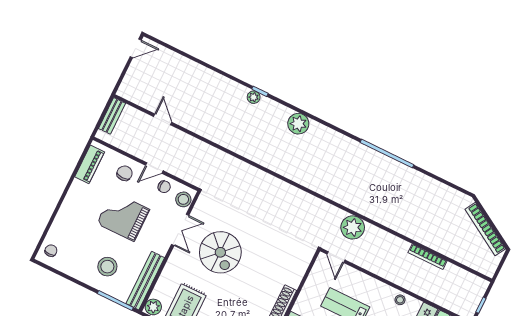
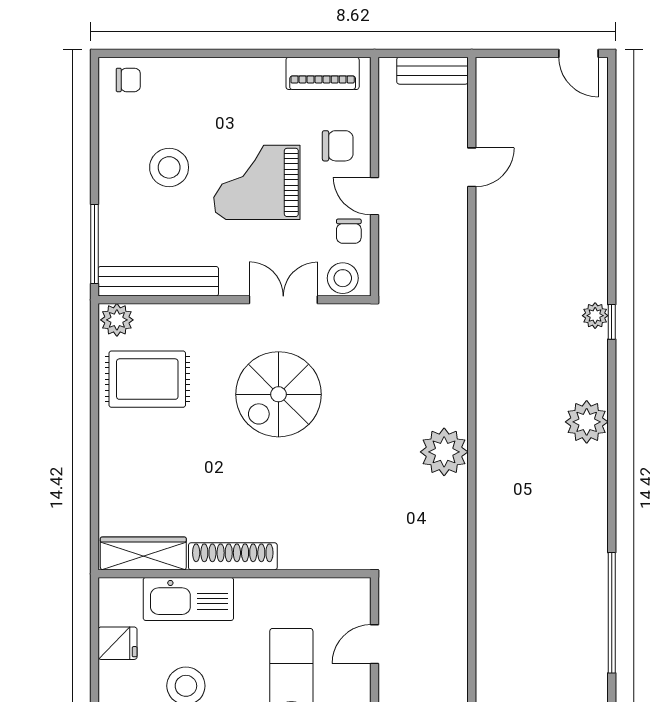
grand piano: (123, 216) -> (257, 182), turned -90
plant: (353, 227) -> (444, 452), moved
double door: (180, 230) -> (283, 300), swing flipped
door: (336, 257) -> (374, 644), moved
stool: (107, 267) -> (169, 167), moved

